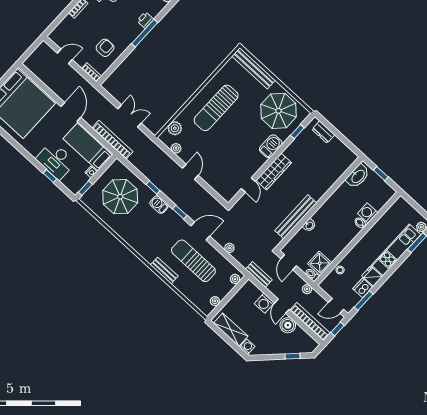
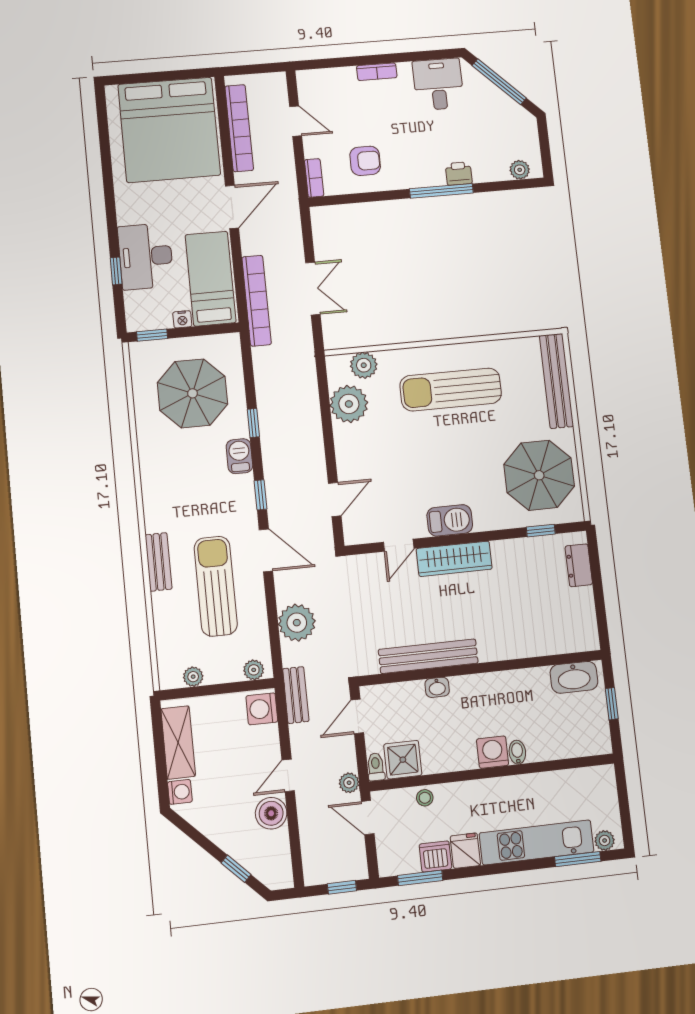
barbecue: (271, 146) -> (450, 520), moved
plant: (176, 148) -> (349, 404), width x1.87, depth x1.87
door: (190, 172) -> (335, 500), moved
washing machine: (368, 213) -> (493, 752), moved
plant: (230, 248) -> (297, 623), width x1.87, depth x1.87
washing machine: (264, 303) -> (262, 709), moved
door: (336, 306) -> (368, 818), moved
bookcase: (310, 322) -> (239, 128), moved

